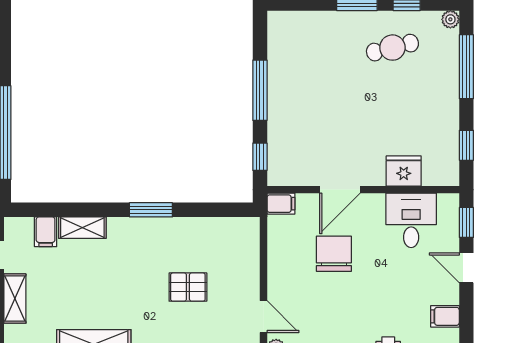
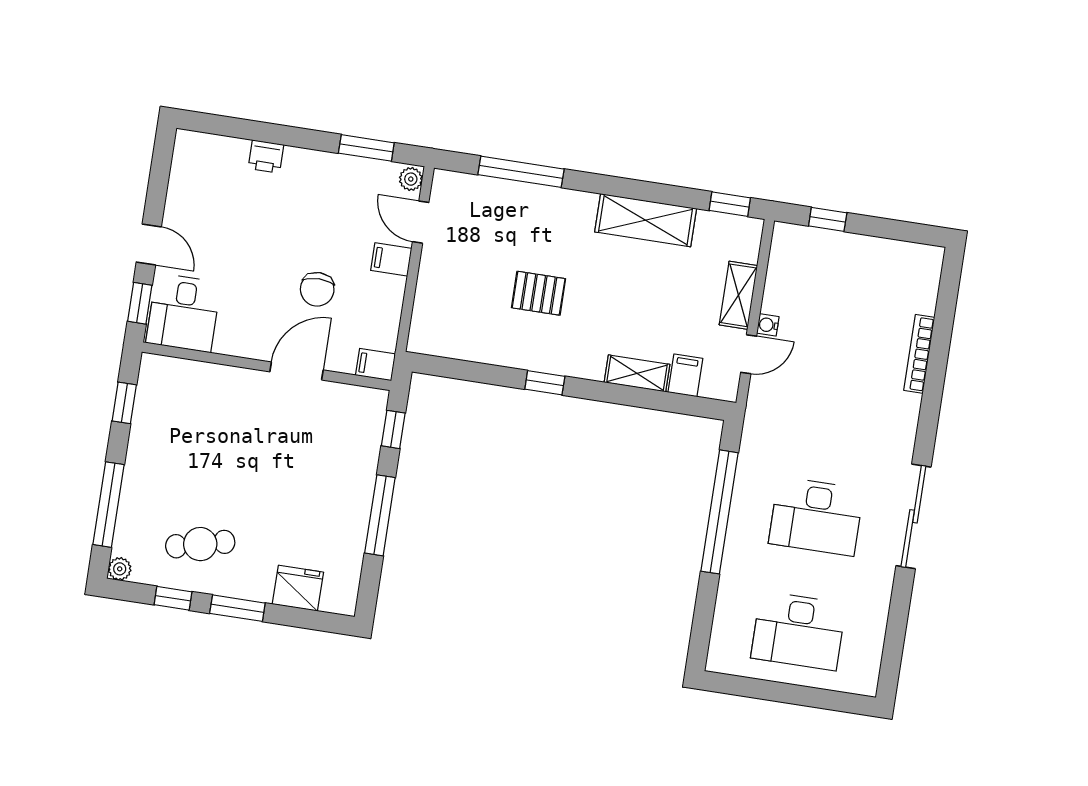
fridge: (404, 171) -> (298, 588), moved, turned 180
window: (151, 210) -> (545, 383), width x0.67
desk: (411, 220) -> (183, 313), moved
chair: (334, 254) -> (317, 289), width x0.73, depth x0.73
pallet: (188, 287) -> (539, 293), moved
filing cabinet: (445, 316) -> (391, 259), moved, turned 180

